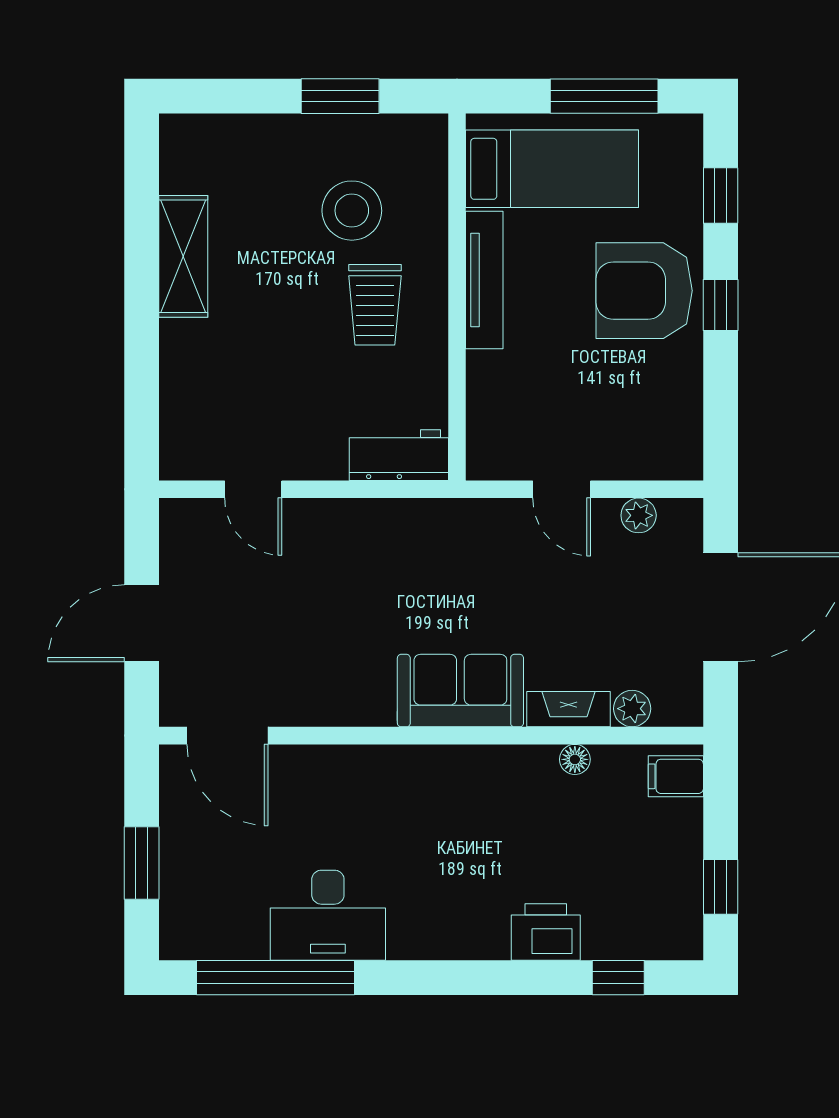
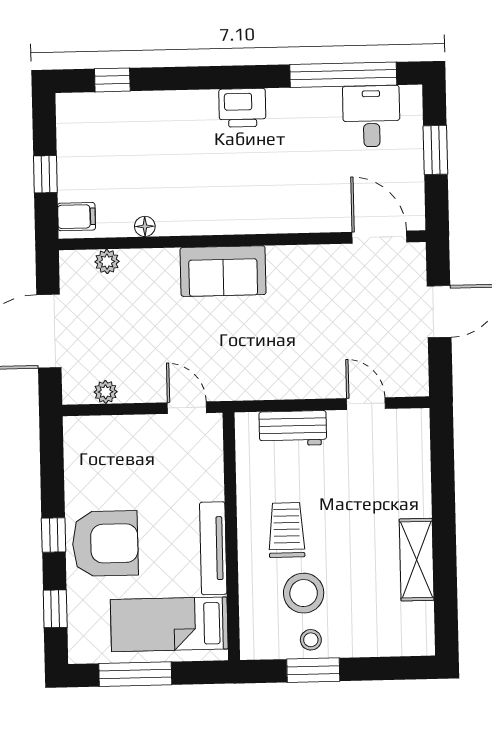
stool: (343, 141) -> (311, 640), added
workbench: (399, 455) -> (293, 428), moved
door: (562, 489) -> (187, 408), moved
fireplace: (569, 709) -> (150, 260), removed
window: (721, 887) -> (45, 174), moved
desk: (328, 915) -> (371, 116), moved, width x0.73
printer: (546, 932) -> (242, 108), moved

